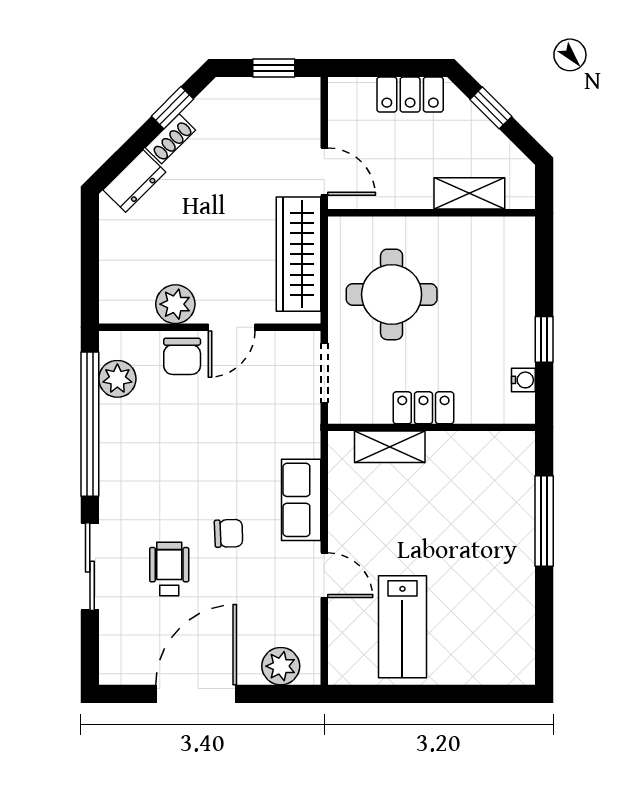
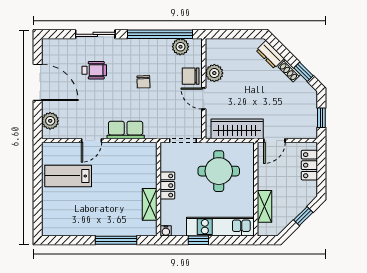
locker: (410, 95) -> (309, 165), moved
kitchen unit: (514, 291) -> (220, 227), added
water cooler: (523, 380) -> (166, 231), moved
shelving: (390, 447) -> (150, 204), moved
chair: (229, 533) -> (143, 82), moved

